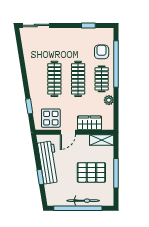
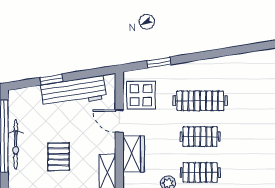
armchair: (102, 52) -> (241, 172), removed
clothes rail: (78, 79) -> (200, 137), width x0.73
pallet: (91, 172) -> (59, 157), width x0.67, depth x0.71

